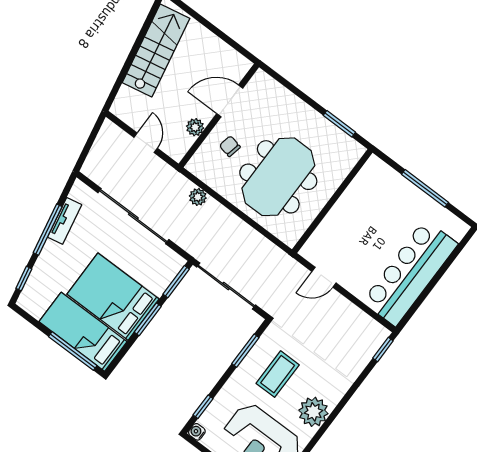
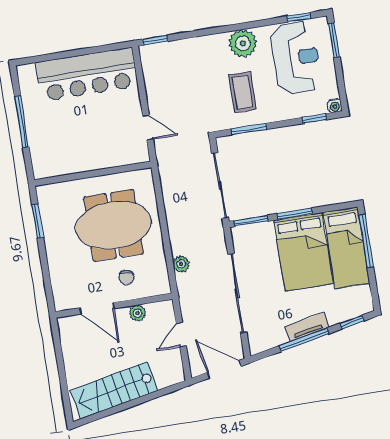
door: (87, 148) -> (224, 369), added
tv unit: (65, 221) -> (307, 327), moved
coffee table: (278, 374) -> (242, 92), turned 90

